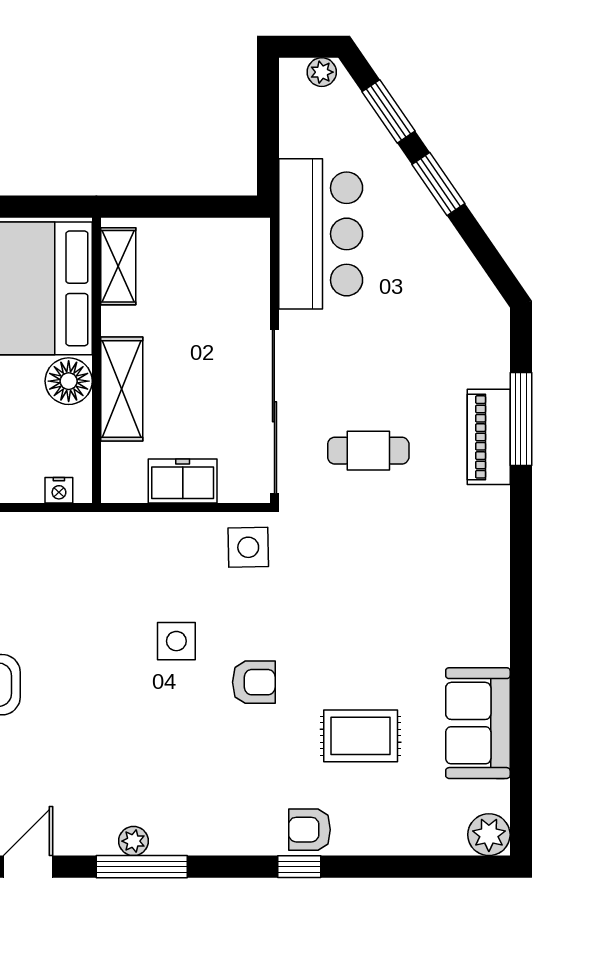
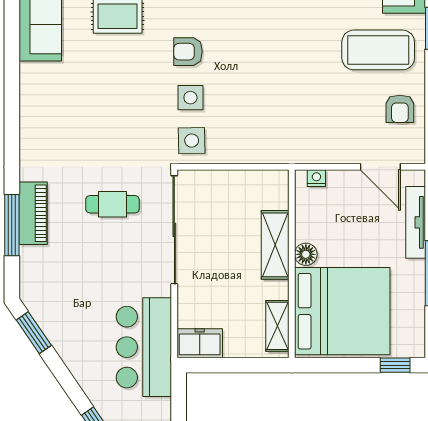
window: (438, 184) -> (34, 333), moved
floor lamp: (69, 381) -> (306, 254), width x0.73, depth x0.73
freezer: (183, 481) -> (200, 343), moved, turned 180
side table: (176, 641) -> (190, 98), moved

